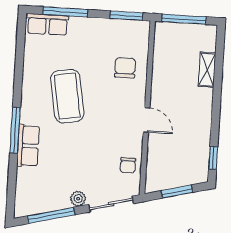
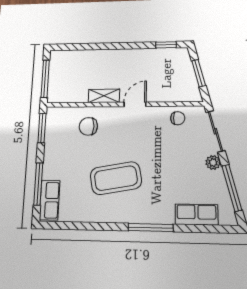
shelving: (207, 70) -> (104, 96), moved
row of seats: (28, 146) -> (196, 214), moved

